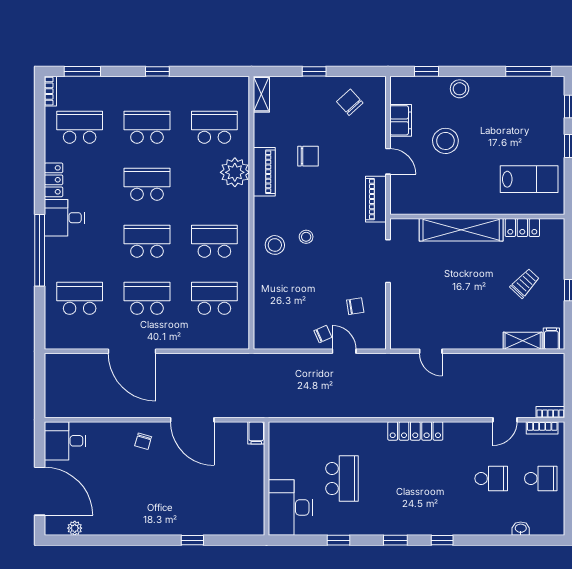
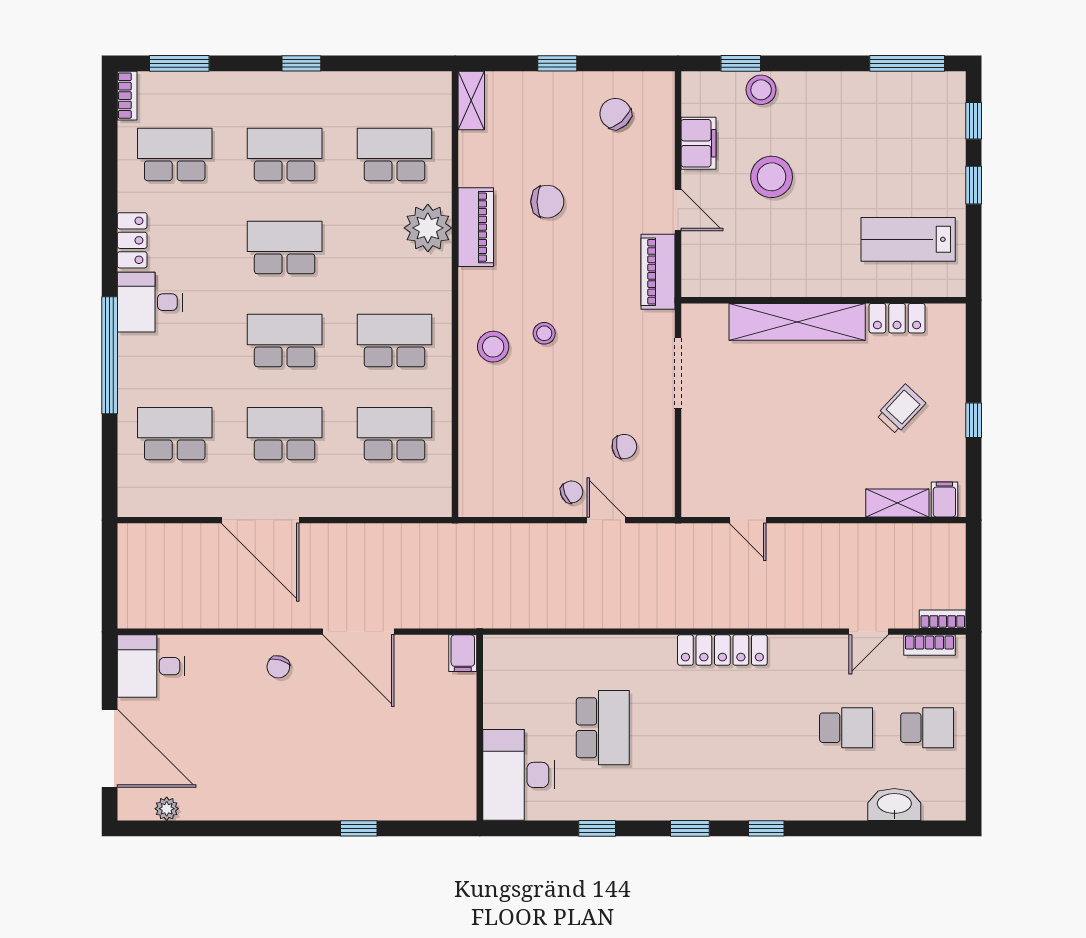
stool: (460, 89) -> (761, 90), moved
lab bench: (529, 179) -> (908, 239), turned 180
washbasin: (521, 529) -> (894, 804), width x1.91, depth x1.45

